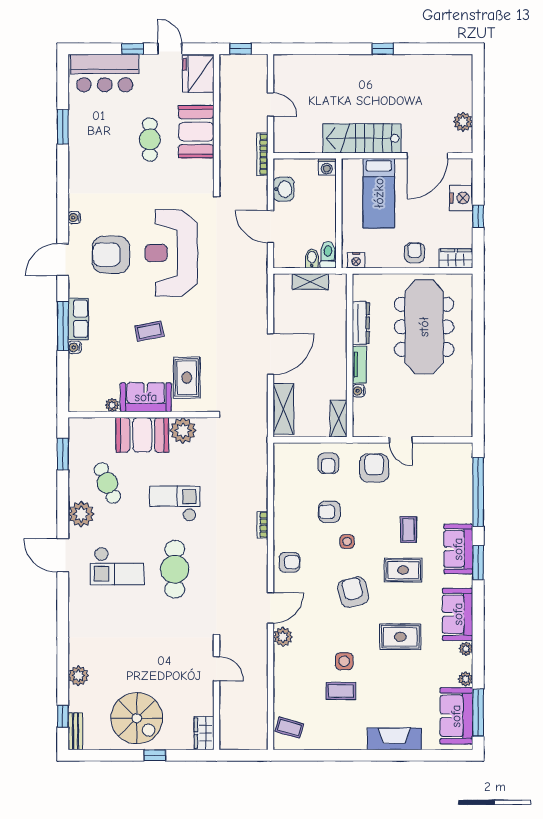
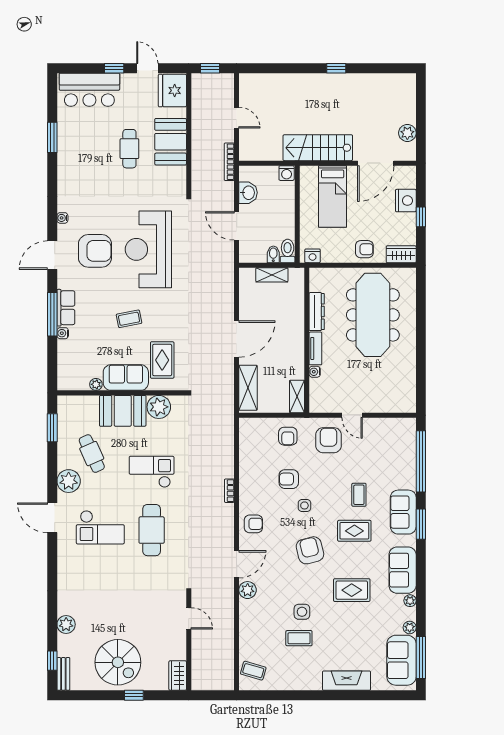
armchair: (414, 253) -> (364, 249), turned 90
armchair: (111, 255) -> (95, 251), turned 180

